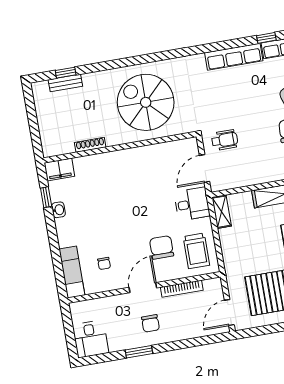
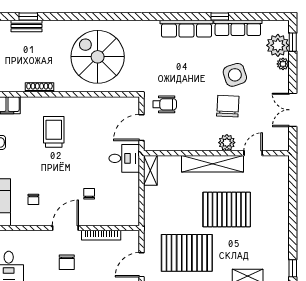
chair: (162, 247) -> (89, 194), width x0.54, depth x0.54
trolley: (196, 251) -> (54, 132), moved, turned 180

